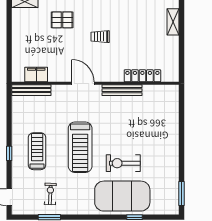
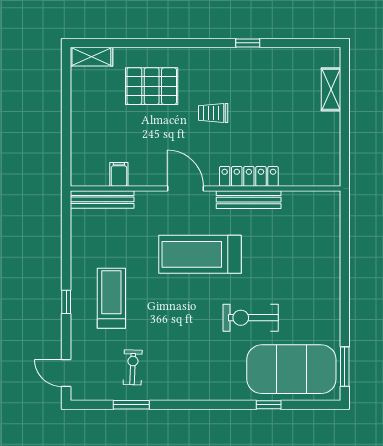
pallet: (62, 20) -> (152, 86), width x1.50, depth x1.42
filing cabinet: (36, 75) -> (119, 174), width x0.50
locker: (142, 76) -> (249, 176), moved
treadmill: (80, 147) -> (200, 254), moved, turned 90
exercise mat: (122, 196) -> (291, 369), moved

